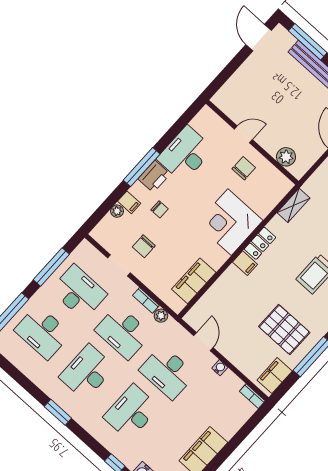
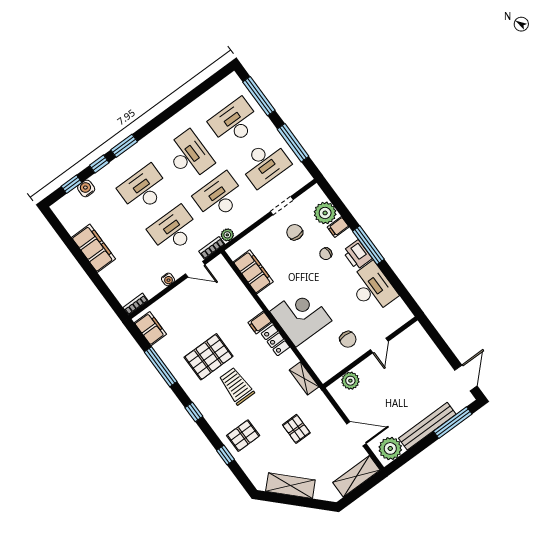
door: (259, 38) -> (466, 378), hinge flipped
plant: (117, 211) -> (325, 213), width x1.88, depth x1.88
bookcase: (146, 300) -> (212, 248), moved
pallet: (284, 330) -> (209, 357), moved
window: (58, 412) -> (124, 146), moved
desk: (131, 412) -> (144, 189), turned -90

